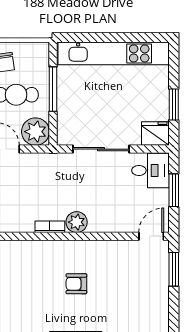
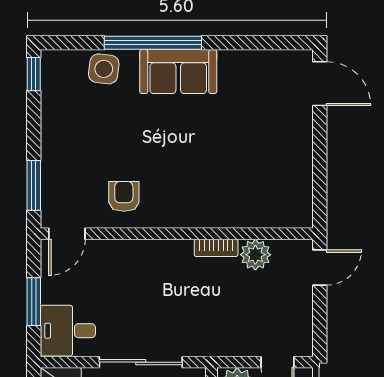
plant: (77, 222) -> (255, 255), moved
armchair: (76, 284) -> (124, 196), moved, turned -90

